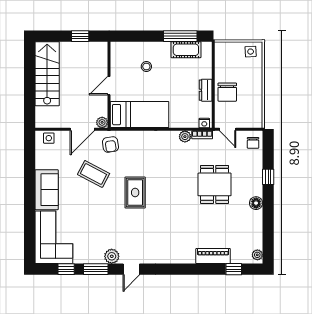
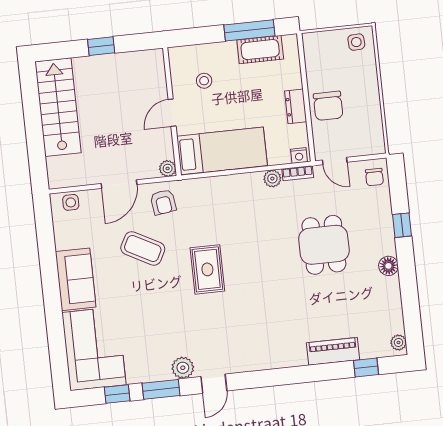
wall: (109, 85) -> (172, 112), moved
door: (109, 86) -> (172, 113), moved
bed: (140, 115) -> (222, 151), moved
plant: (102, 122) -> (168, 168), moved

